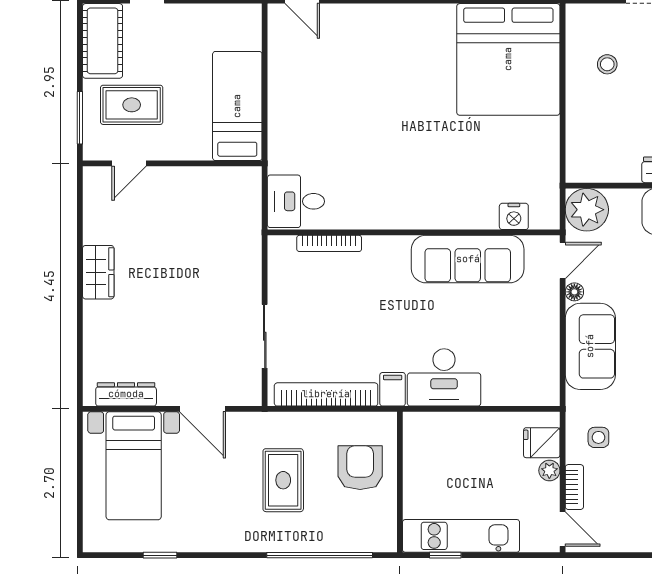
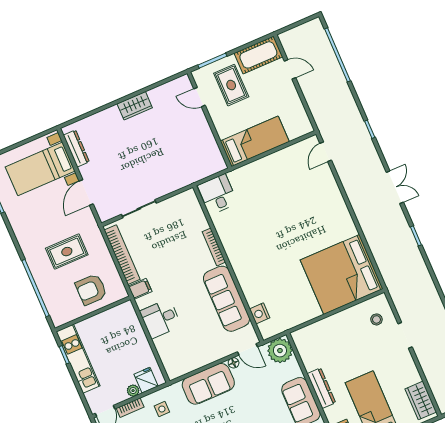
stool: (607, 64) -> (376, 319), moved
bookcase: (329, 243) -> (214, 247), moved
desk: (444, 377) -> (161, 319), width x0.73
armchair: (360, 468) -> (91, 290), turned 180

